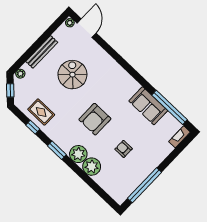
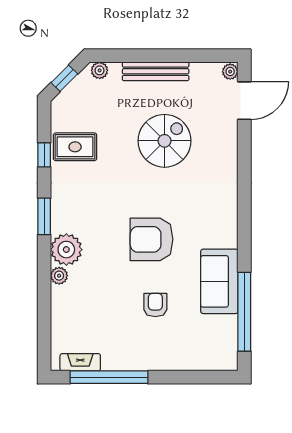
rug: (41, 112) -> (75, 147), turned 90
armchair: (95, 119) -> (151, 239), moved
fireplace: (179, 137) -> (80, 362), moved
armchair: (124, 149) -> (155, 305), moved
plant: (92, 167) -> (59, 276), width x0.53, depth x0.53

